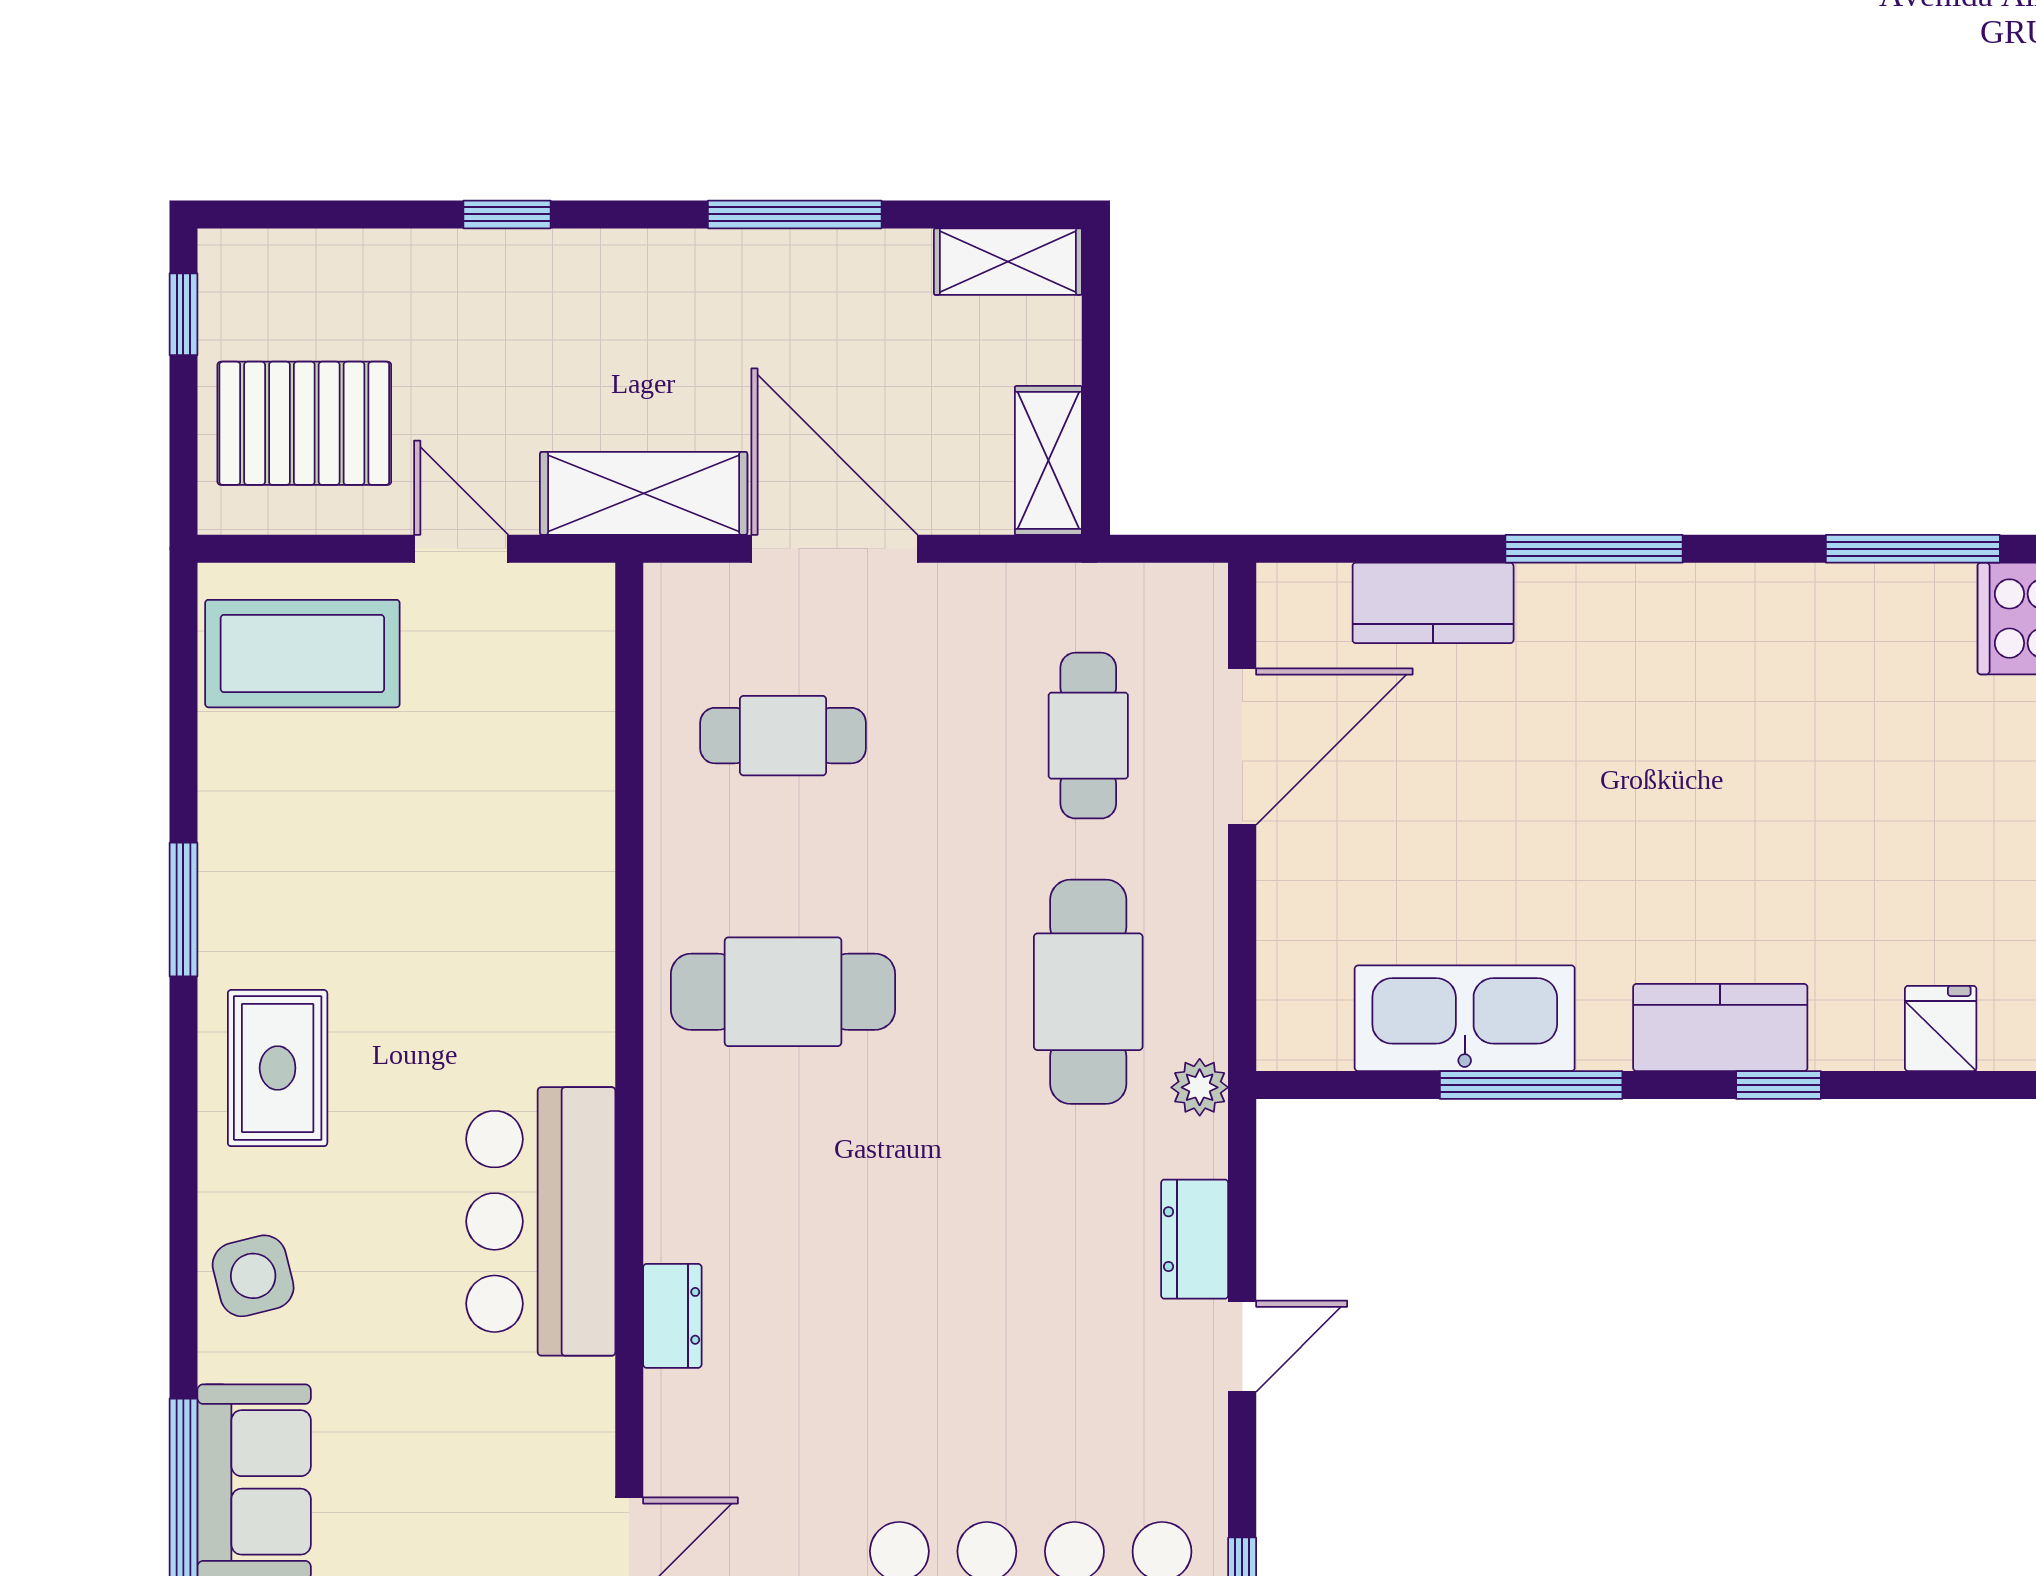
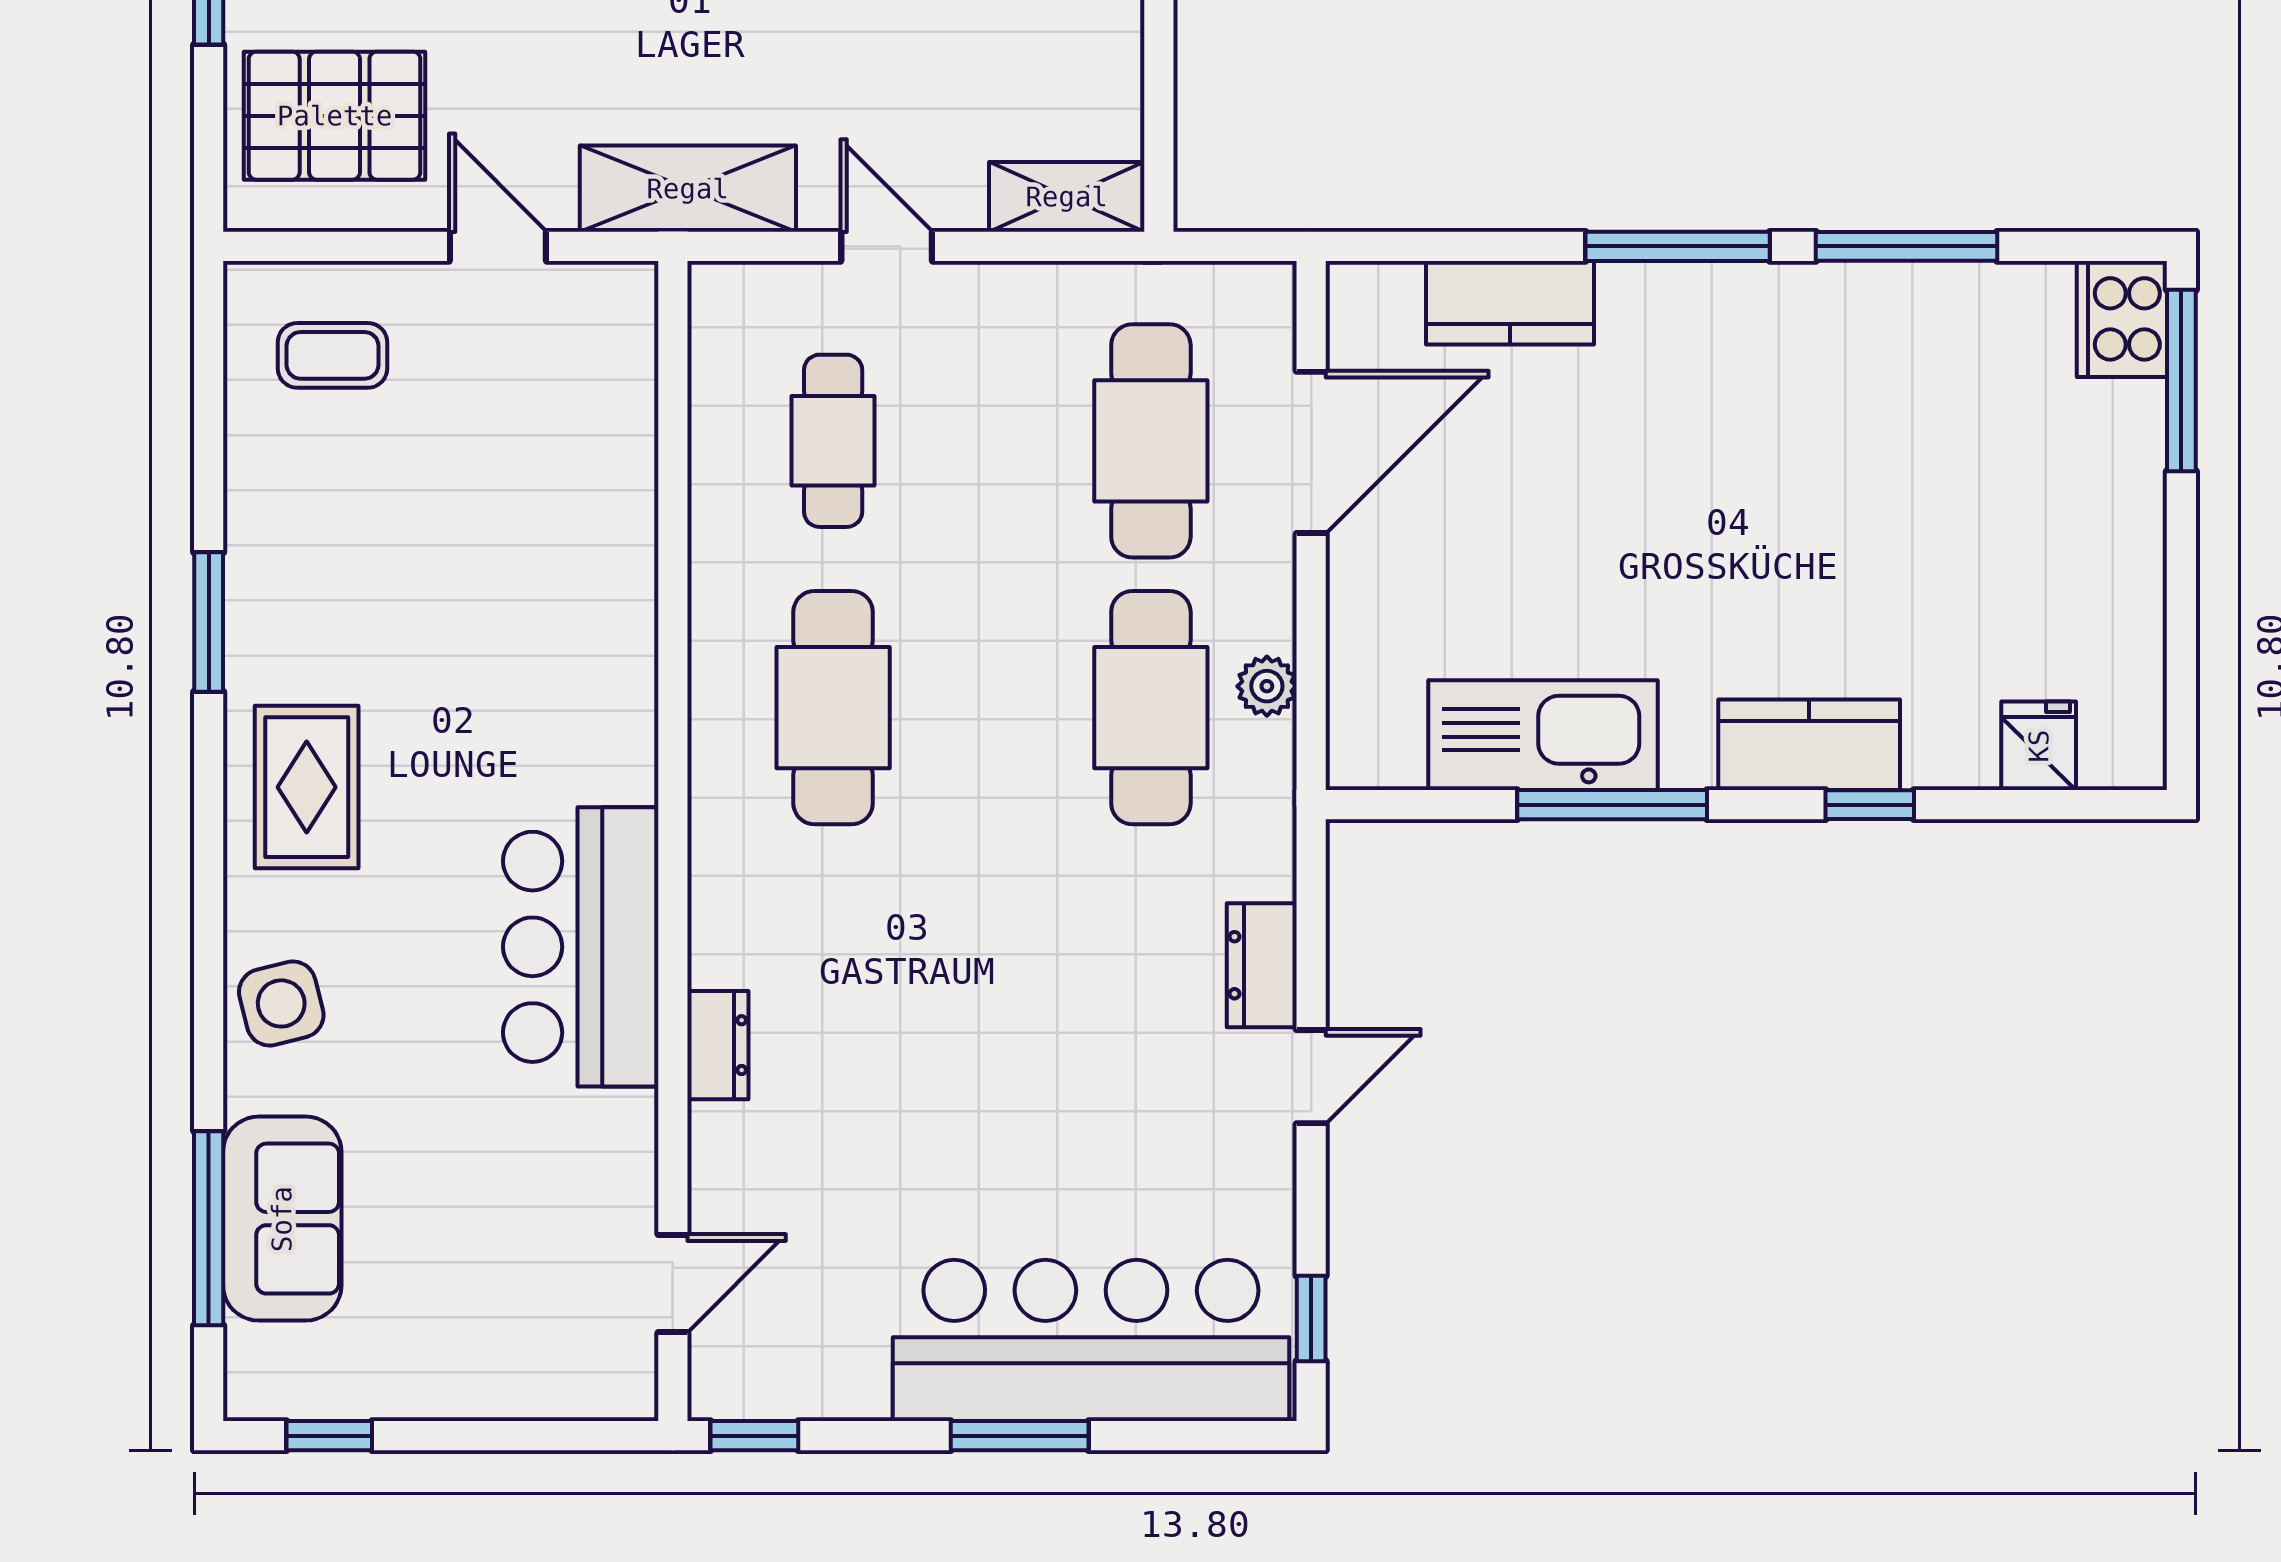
shelving: (1048, 460) -> (1067, 197), moved, turned 90
door: (834, 549) -> (887, 246), width x0.53
window: (1913, 549) -> (1906, 246), moved
coffee table: (302, 654) -> (333, 355), width x0.54, depth x0.58
cafe table: (783, 736) -> (833, 441), turned 90
cafe table: (1088, 736) -> (1151, 441), width x1.37, depth x1.35
cafe table: (783, 992) -> (833, 708), turned 90
plant: (1200, 1087) -> (1267, 686), moved

